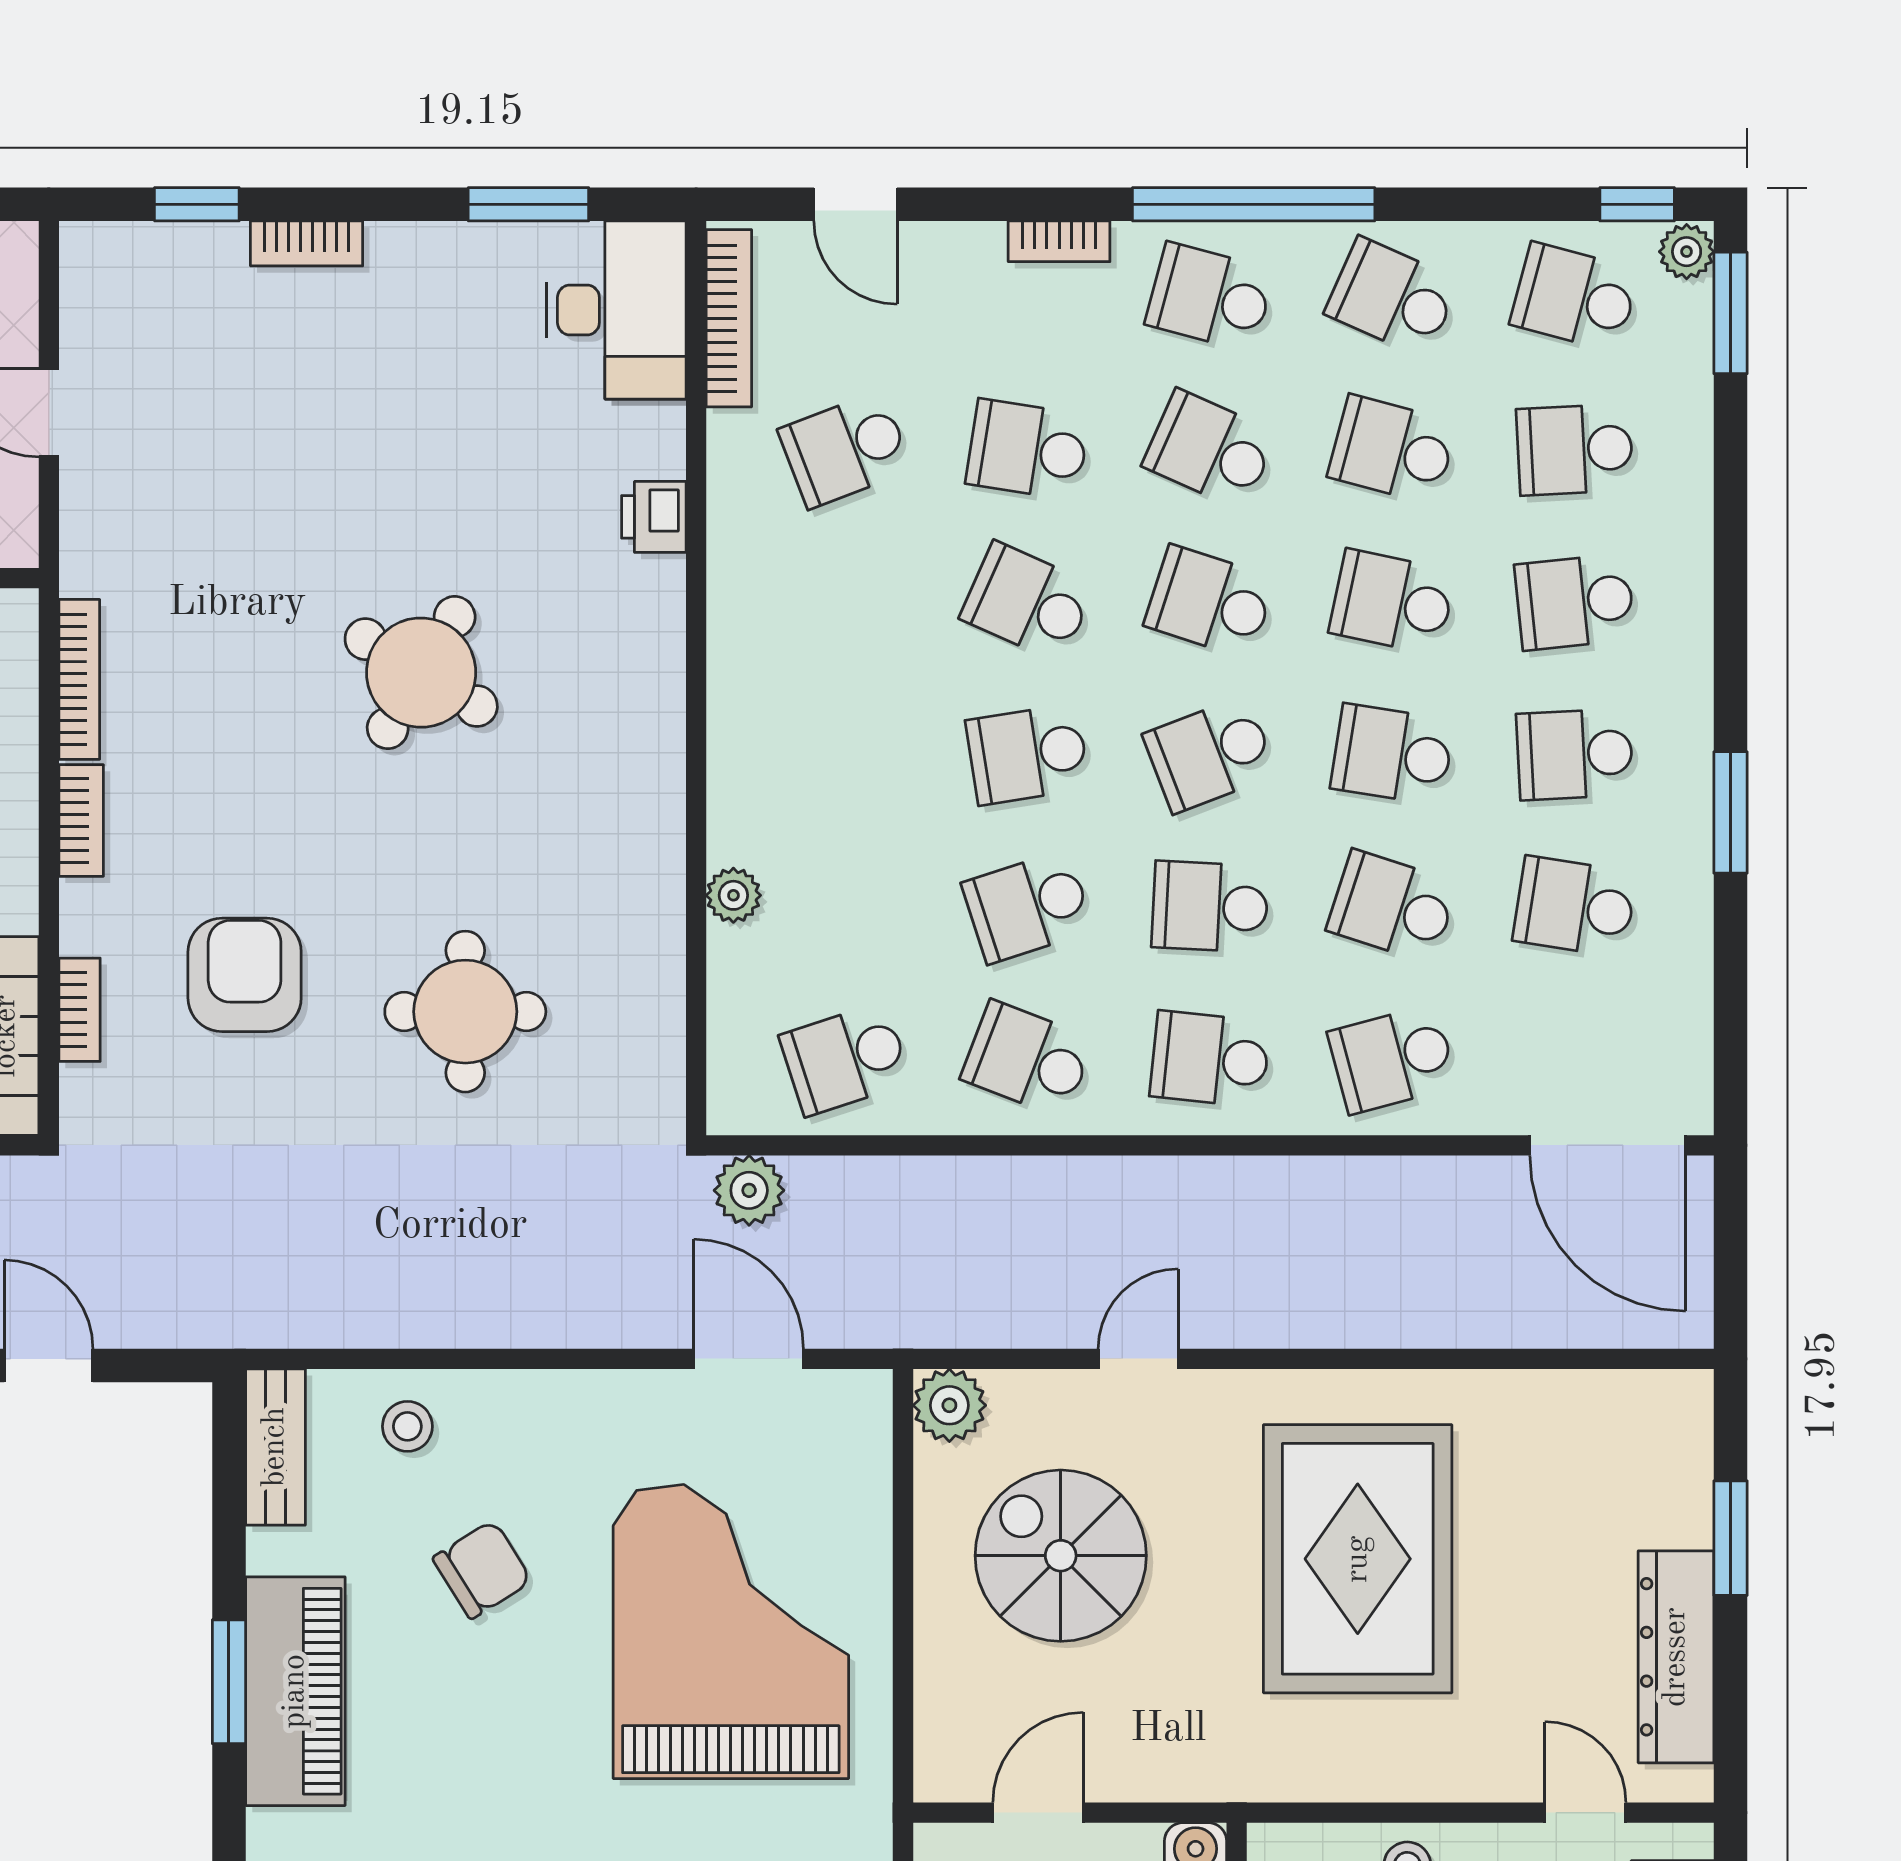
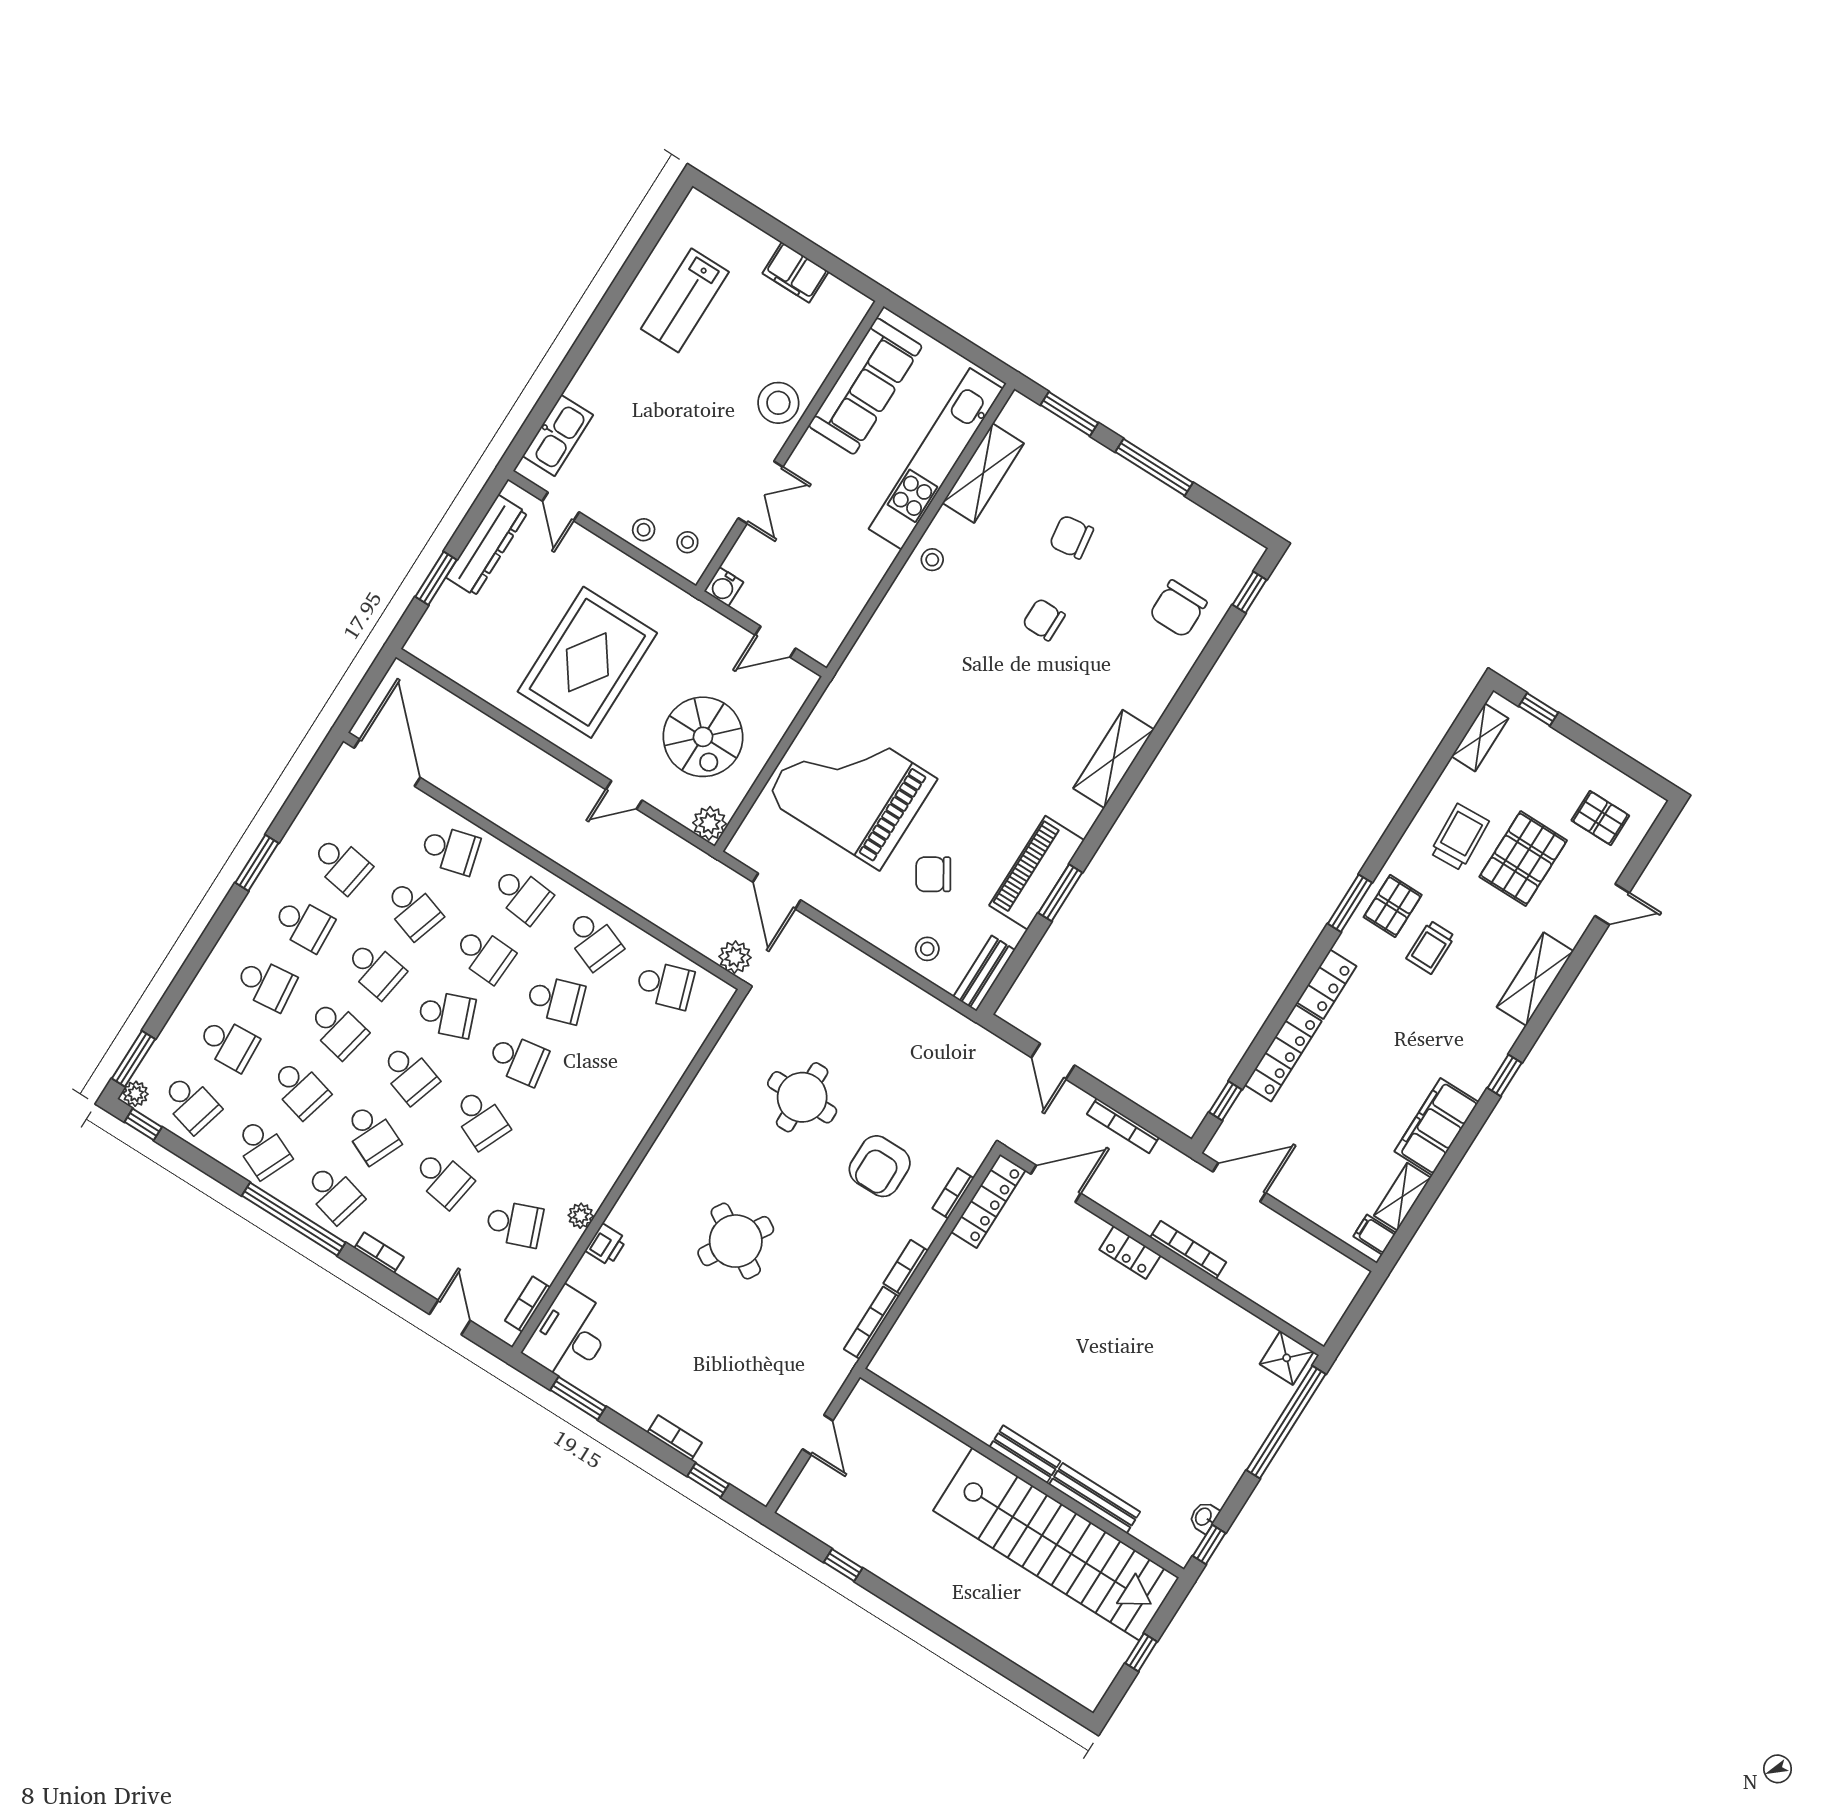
bookcase: (729, 318) -> (528, 1304), width x0.64
plant: (733, 895) -> (581, 1216), moved
grand piano: (731, 1632) -> (851, 789), turned 90

